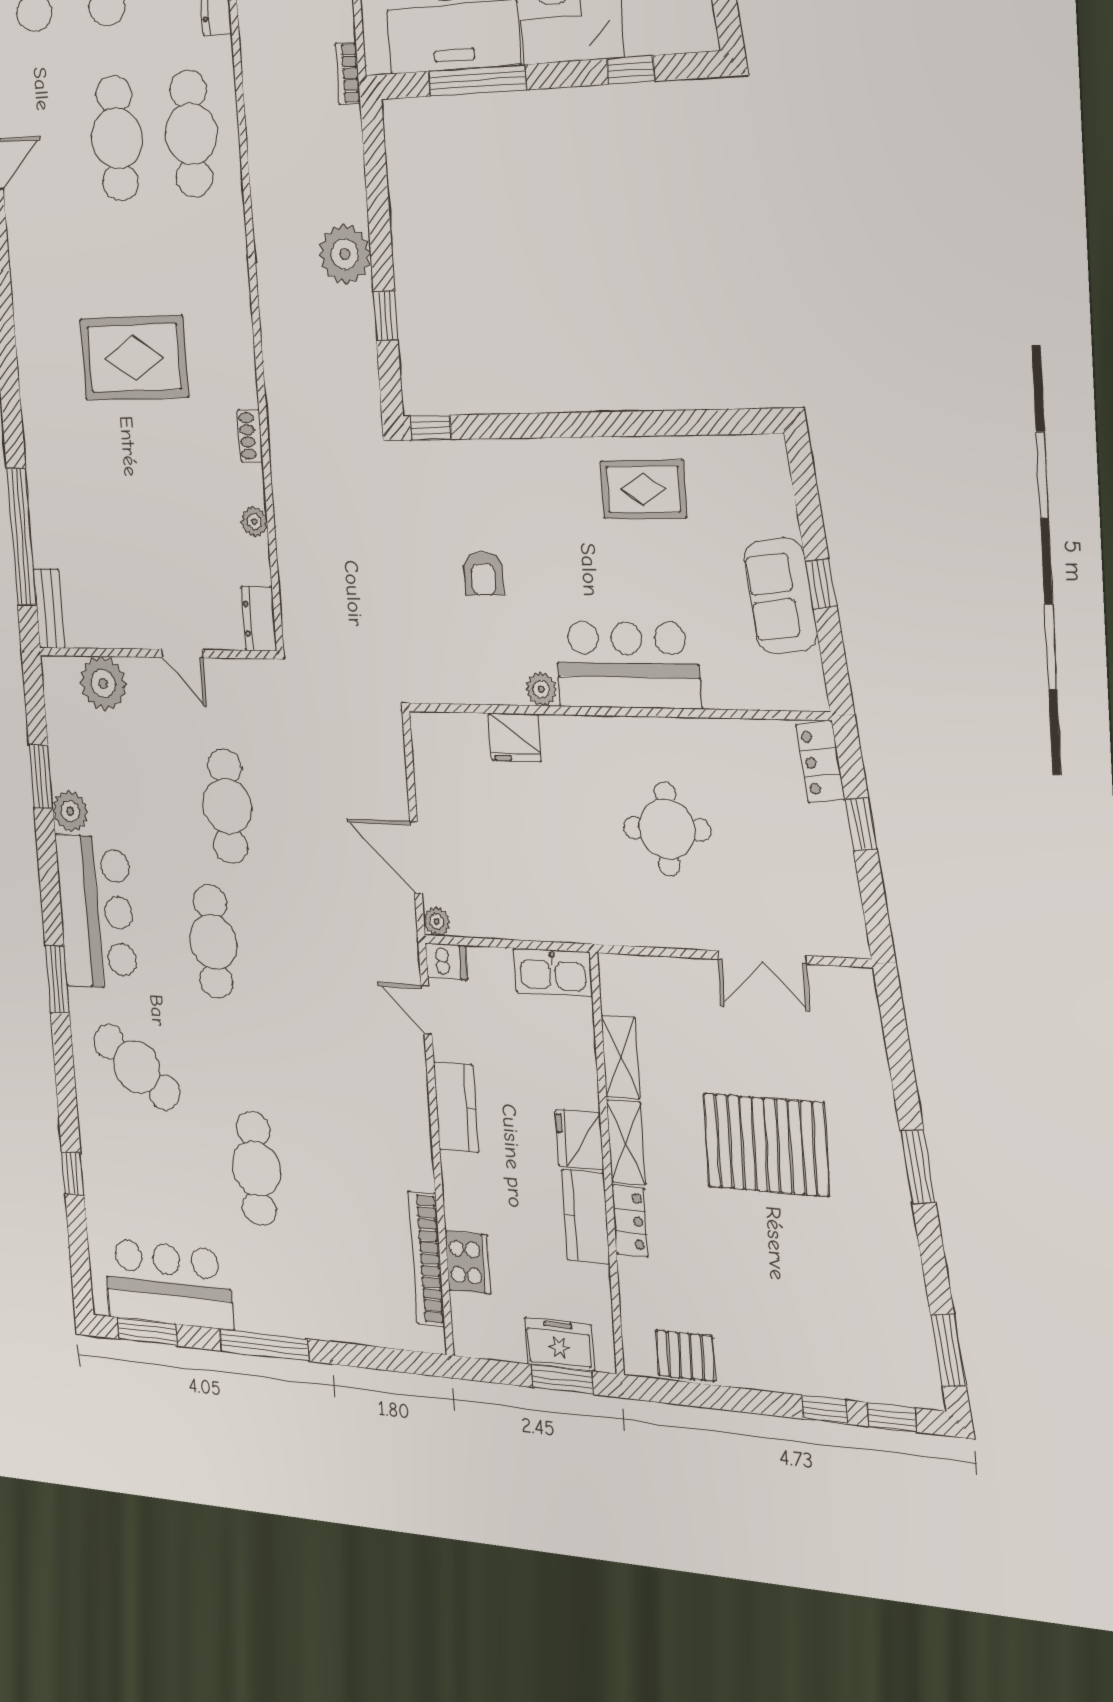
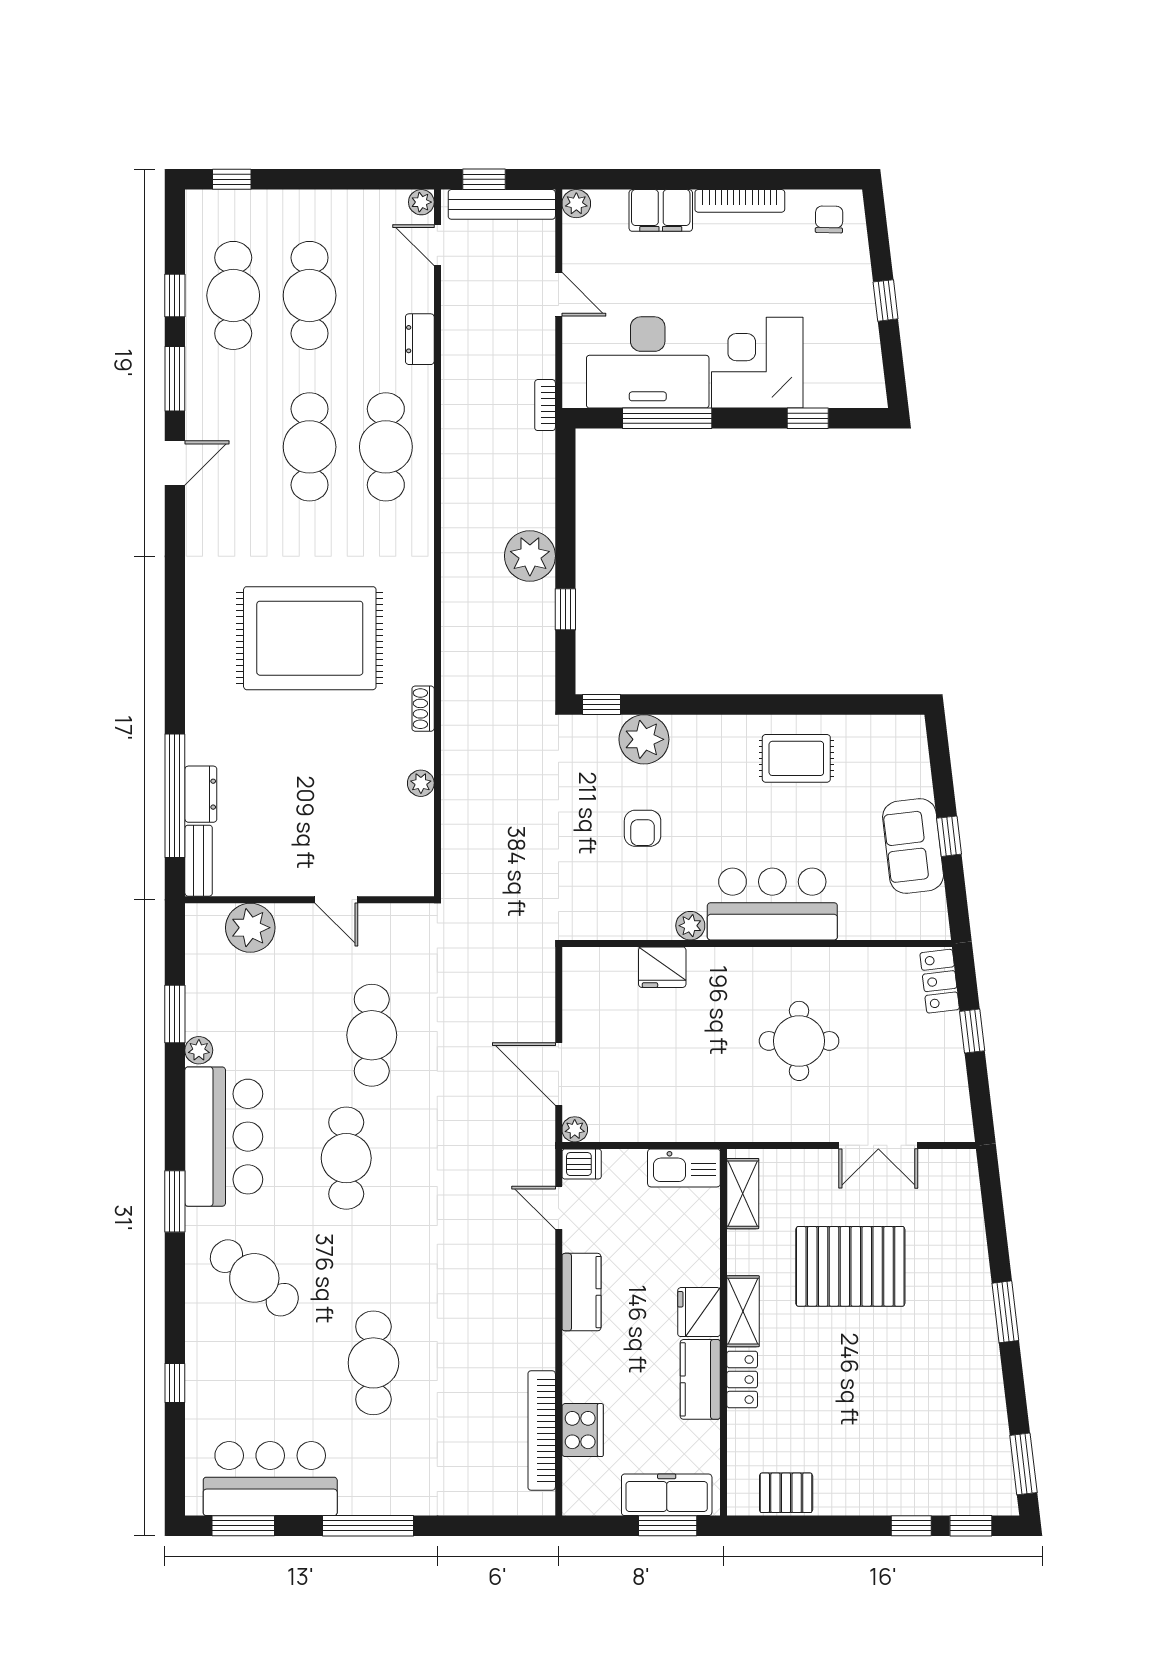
rug: (134, 358) -> (310, 638), width x1.37, depth x1.44
plant: (478, 468) -> (644, 739), added
dresser: (259, 619) -> (201, 794), moved, turned 180
plant: (70, 811) -> (199, 1050), width x0.73, depth x0.73
shelving: (621, 1057) -> (743, 1194), moved
pallet: (766, 1145) -> (850, 1266), moved
freezer: (559, 1344) -> (667, 1495), width x1.40

